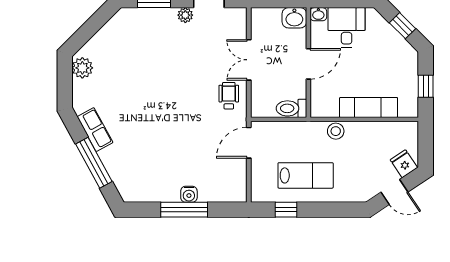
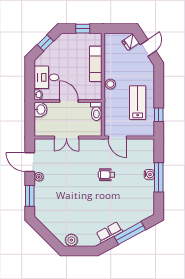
wheelchair: (229, 96) -> (107, 175), moved

